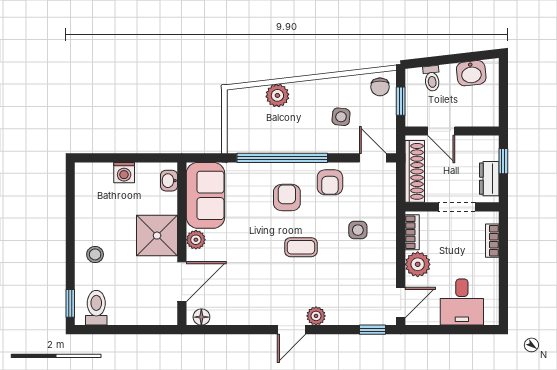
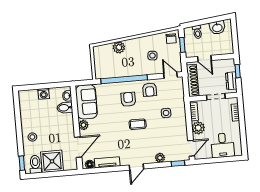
bidet: (163, 203) -> (65, 108), added
shower: (157, 236) -> (52, 161), moved
tv unit: (236, 316) -> (107, 162), added
plant: (316, 316) -> (160, 158), moved

